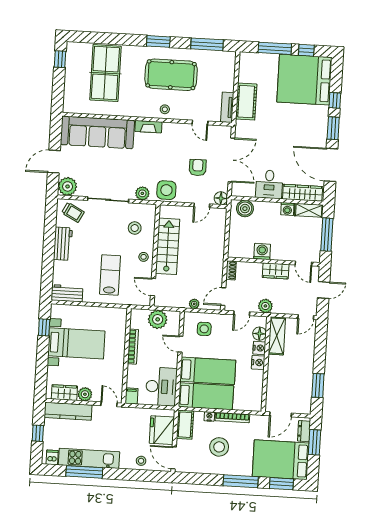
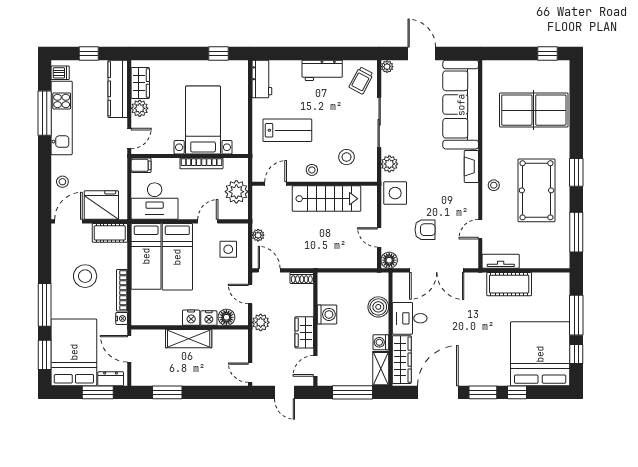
plant: (68, 186) -> (387, 67), width x0.53, depth x0.53
boiler: (245, 209) -> (378, 307), moved
shelving: (277, 336) -> (189, 339), moved
bed with nightstands: (76, 343) -> (203, 120), moved, turned 180
nightstand: (209, 416) -> (122, 318), moved

